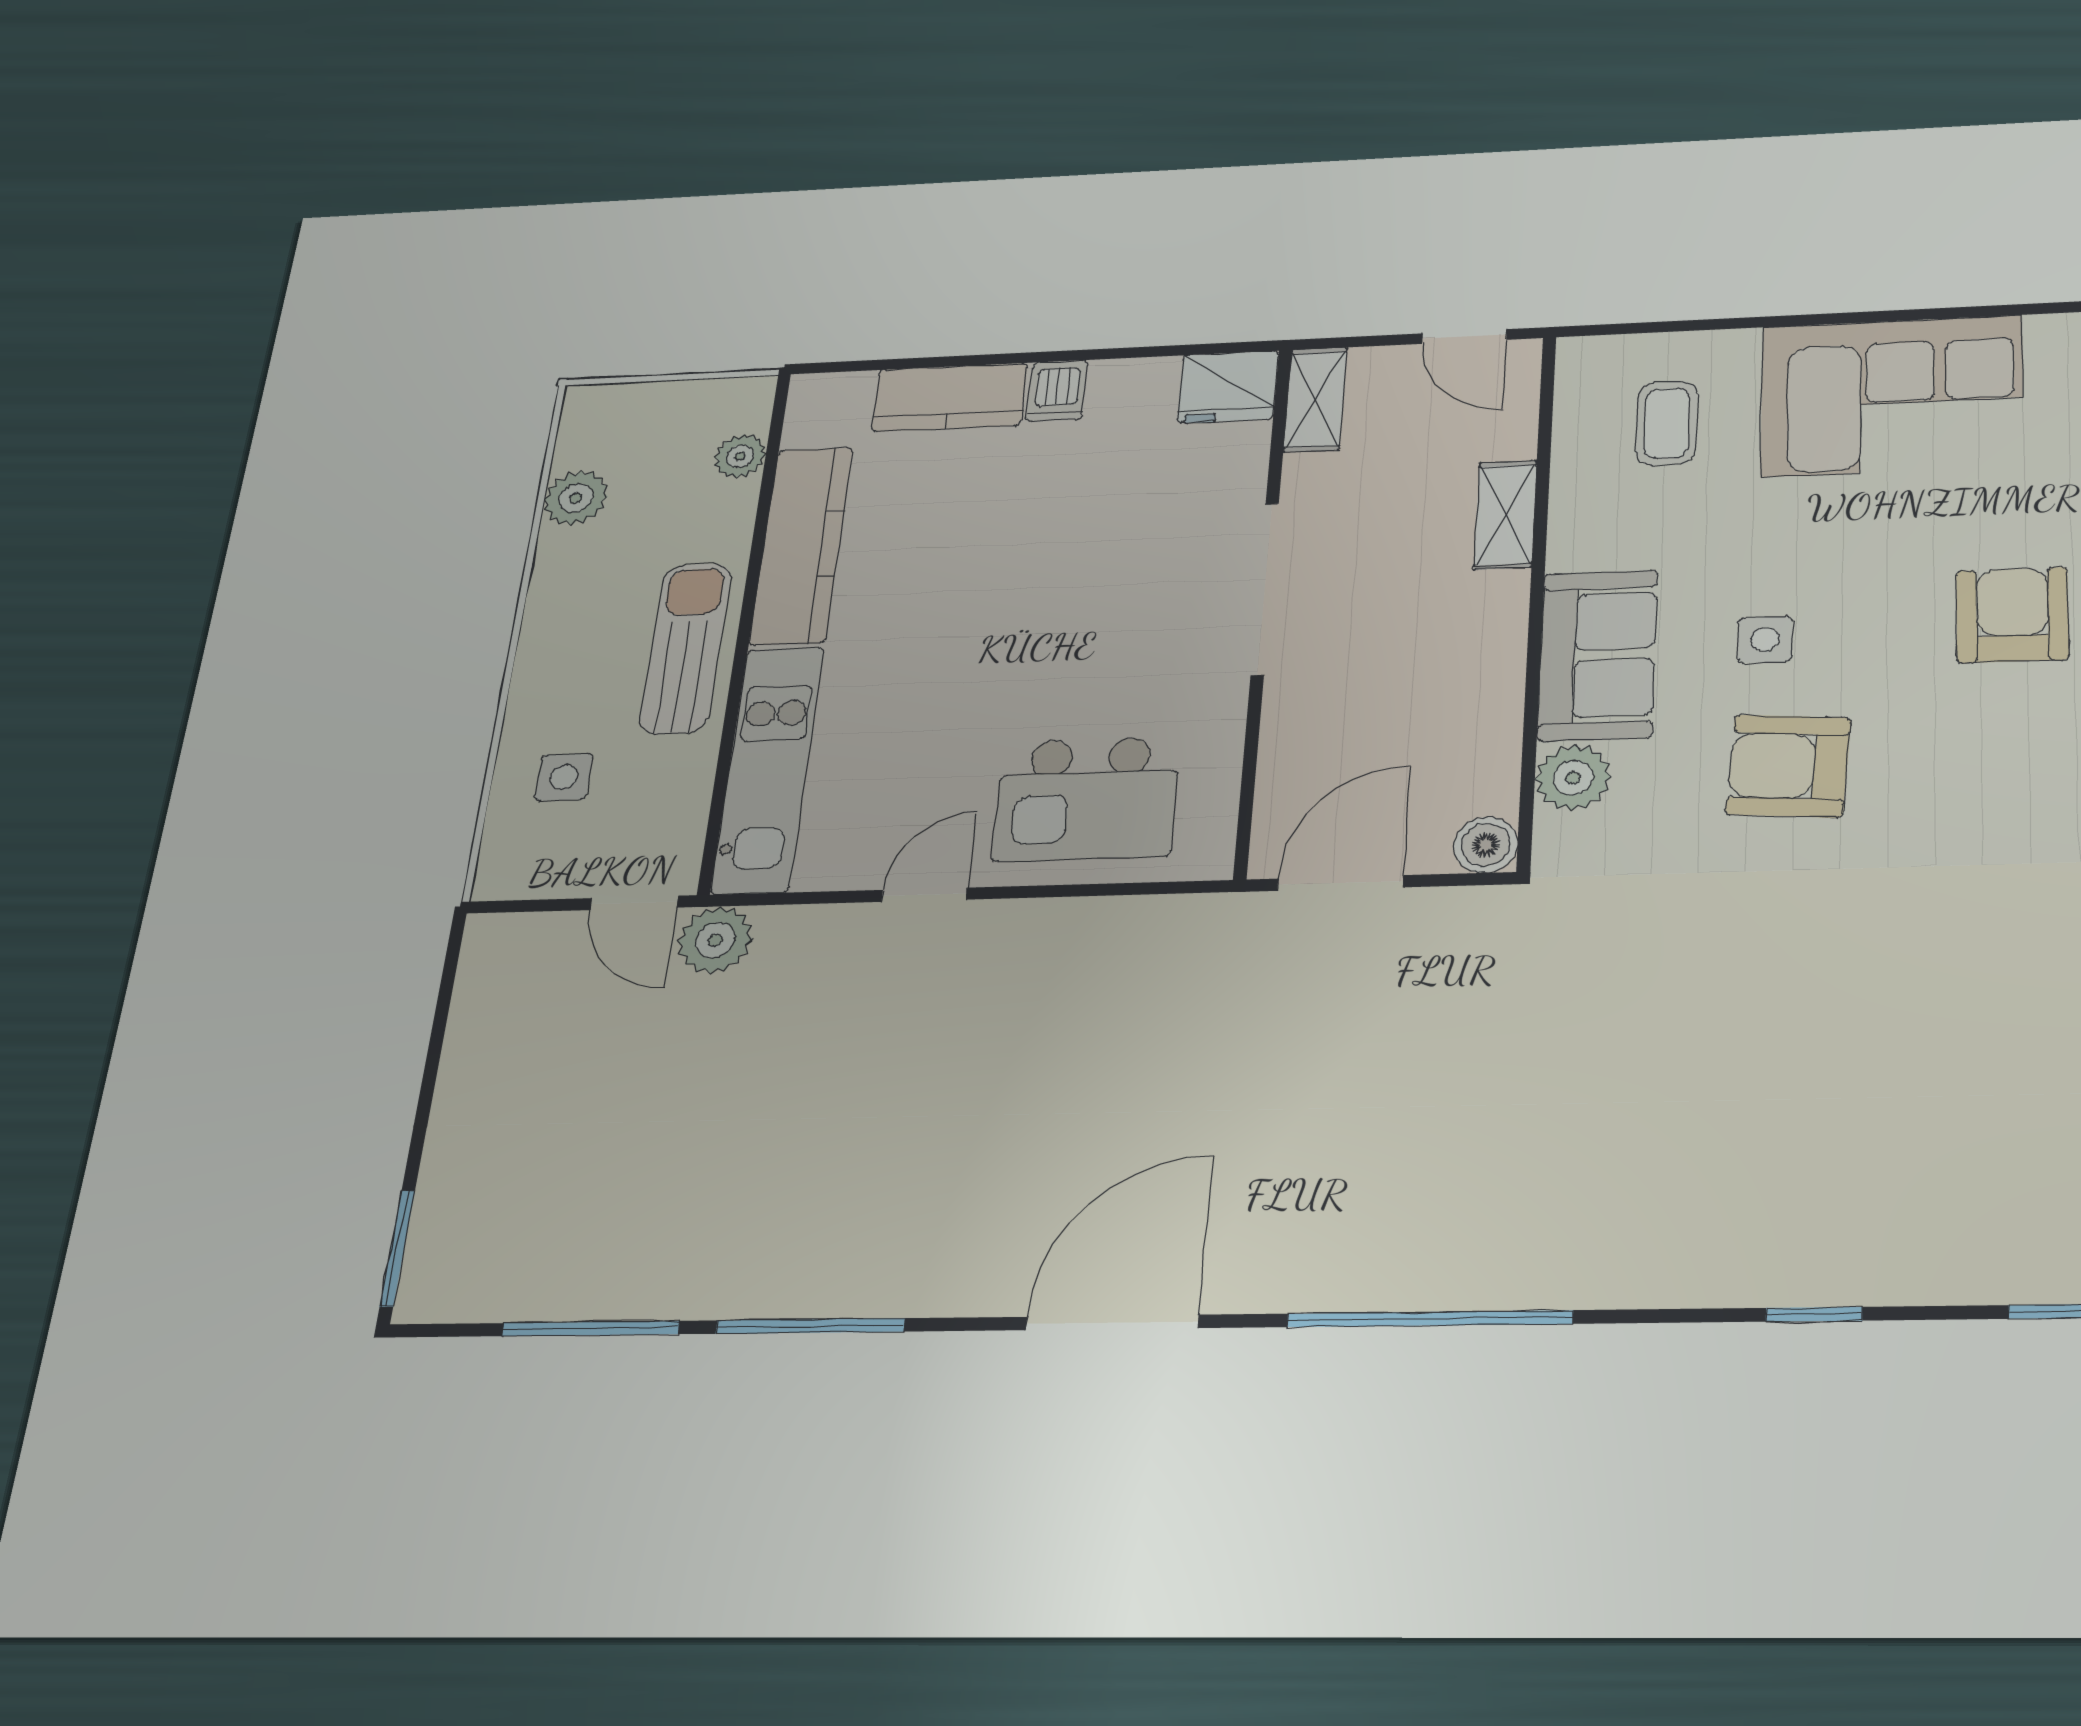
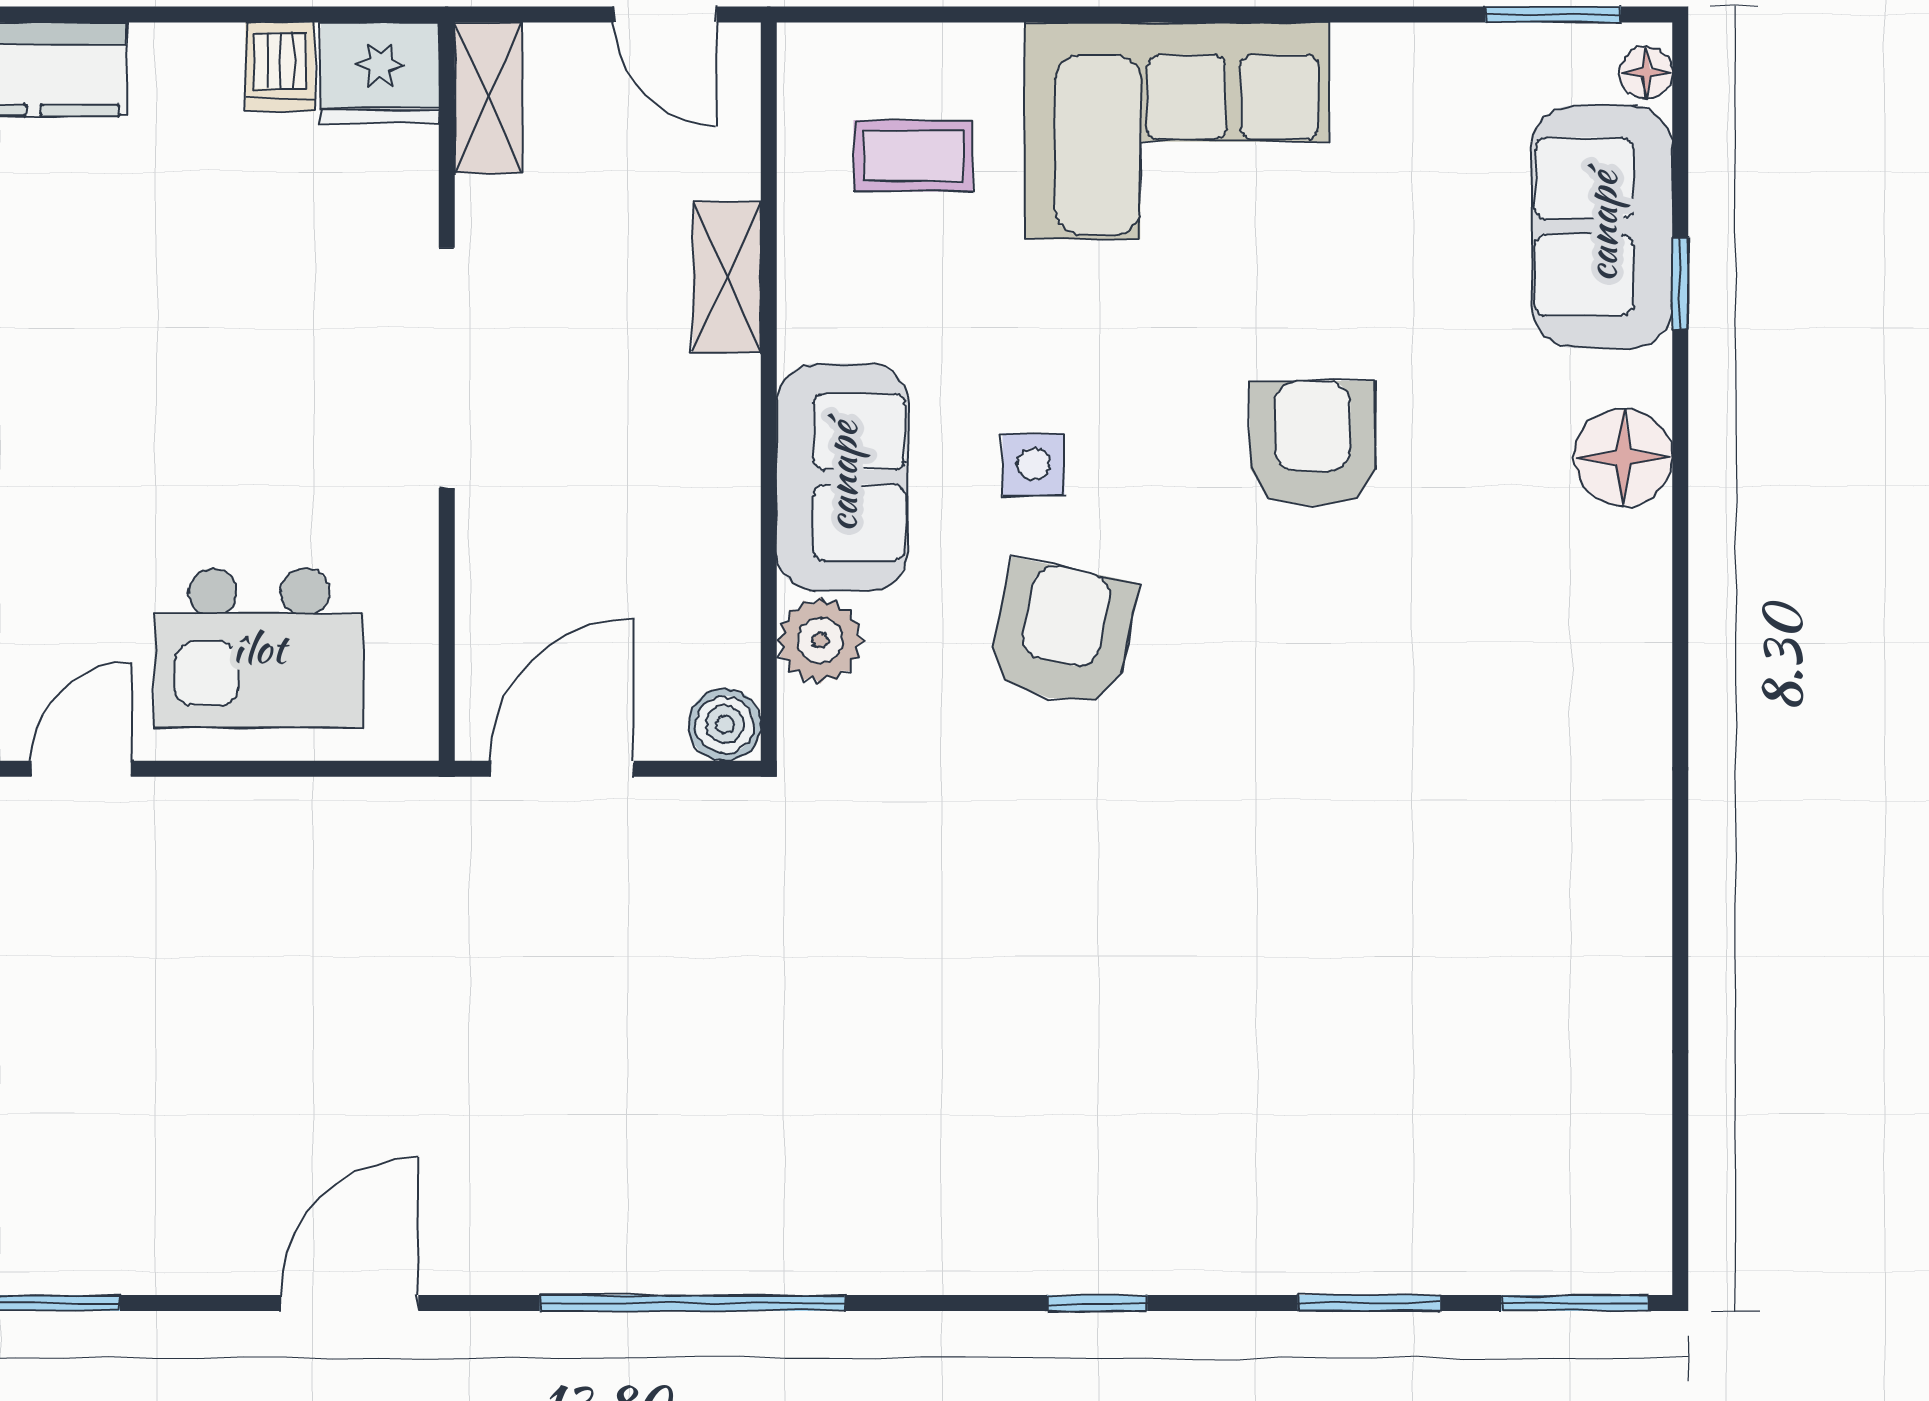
dishwasher: (1057, 391) -> (280, 67), moved
coffee table: (1667, 423) -> (913, 156), turned 90
armchair: (1788, 766) -> (1062, 634), turned 98
door: (1112, 1322) -> (349, 1303), width x0.73

